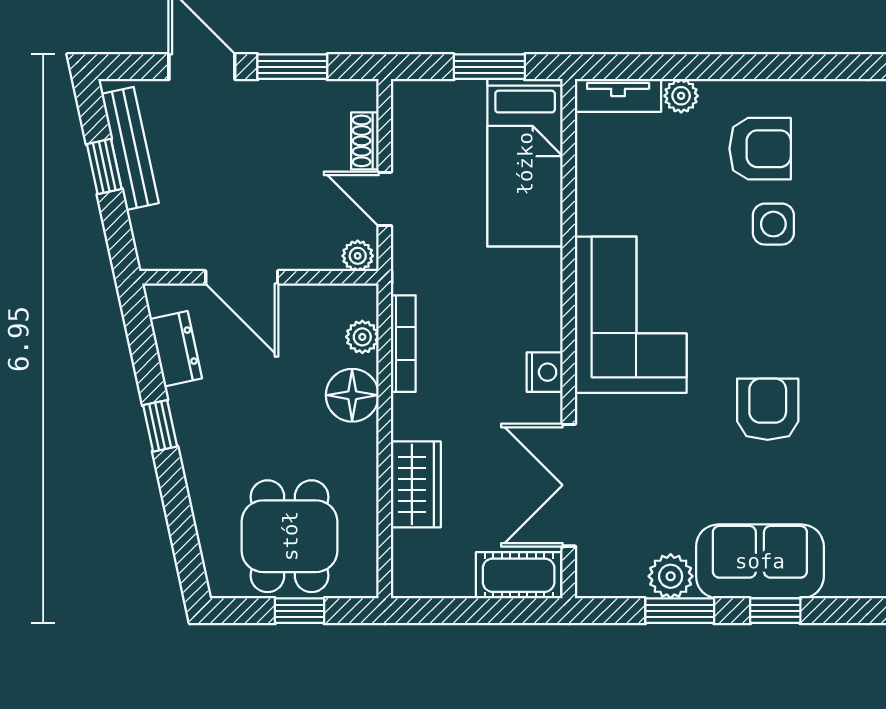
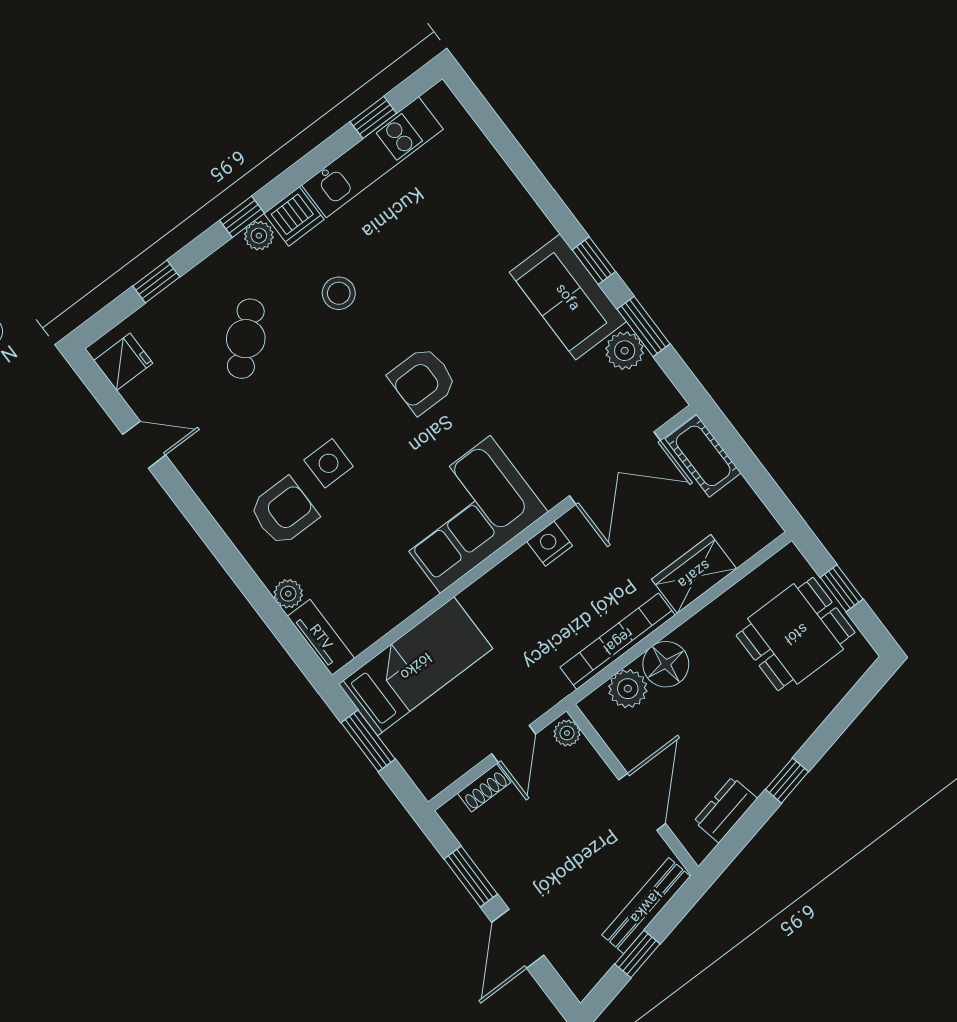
bench: (130, 149) -> (646, 906), moved
armchair: (760, 149) -> (284, 512), turned 90
plant: (362, 337) -> (628, 689), width x1.38, depth x1.38
bookcase: (403, 344) -> (618, 641), width x1.48, depth x1.31
armchair: (768, 409) -> (423, 380), moved

